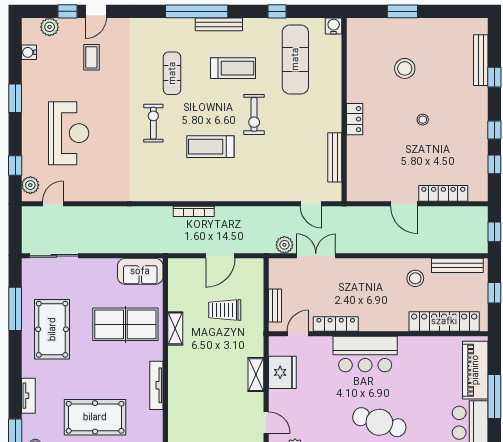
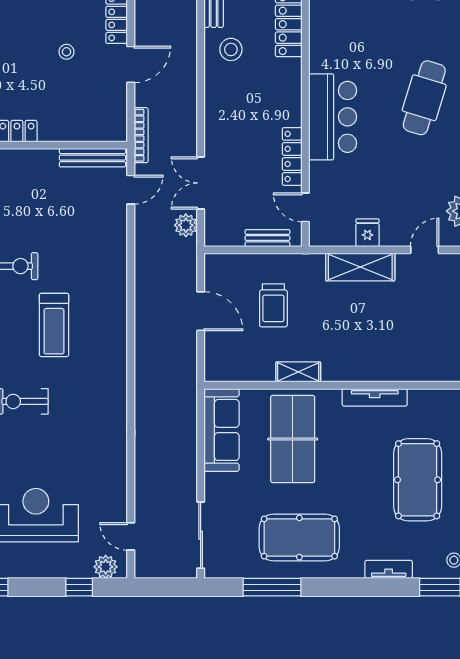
stool: (423, 120) -> (66, 52), moved
bench: (335, 157) -> (92, 158), moved
bookcase: (194, 211) -> (141, 135), moved
sofa: (140, 271) -> (222, 430), width x1.36
fridge: (282, 372) -> (367, 233), width x0.53, depth x0.75
shelving: (256, 375) -> (360, 267), width x1.50, depth x1.33

